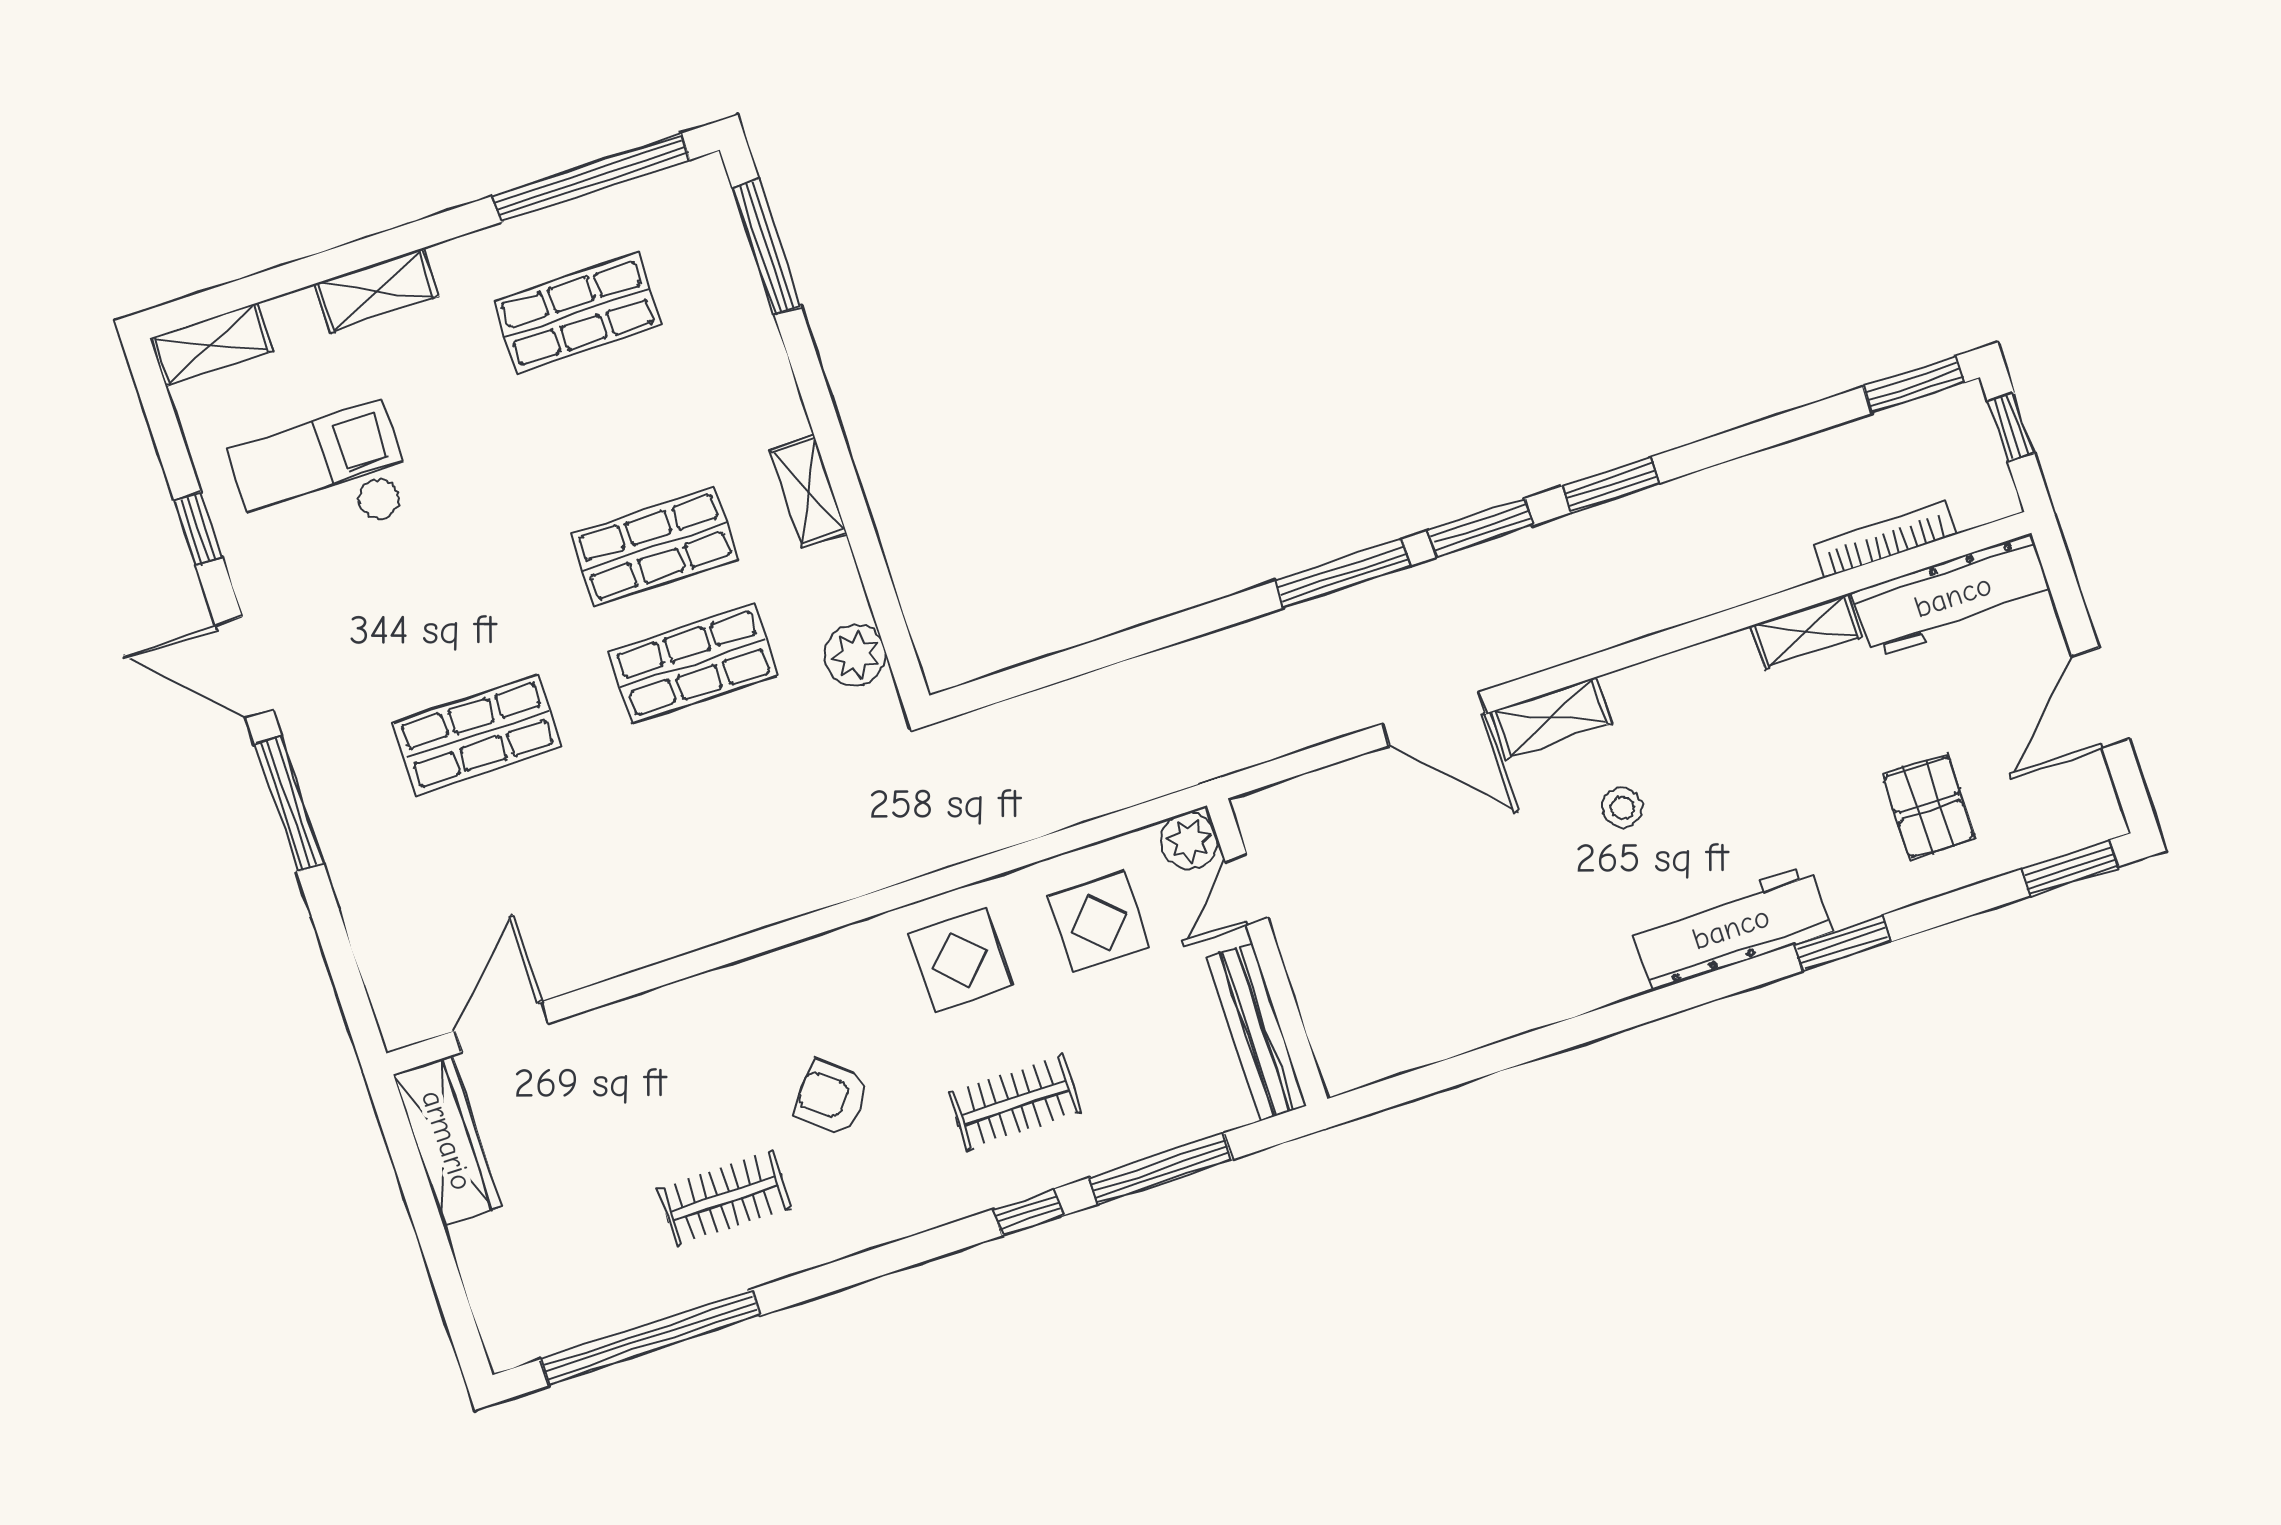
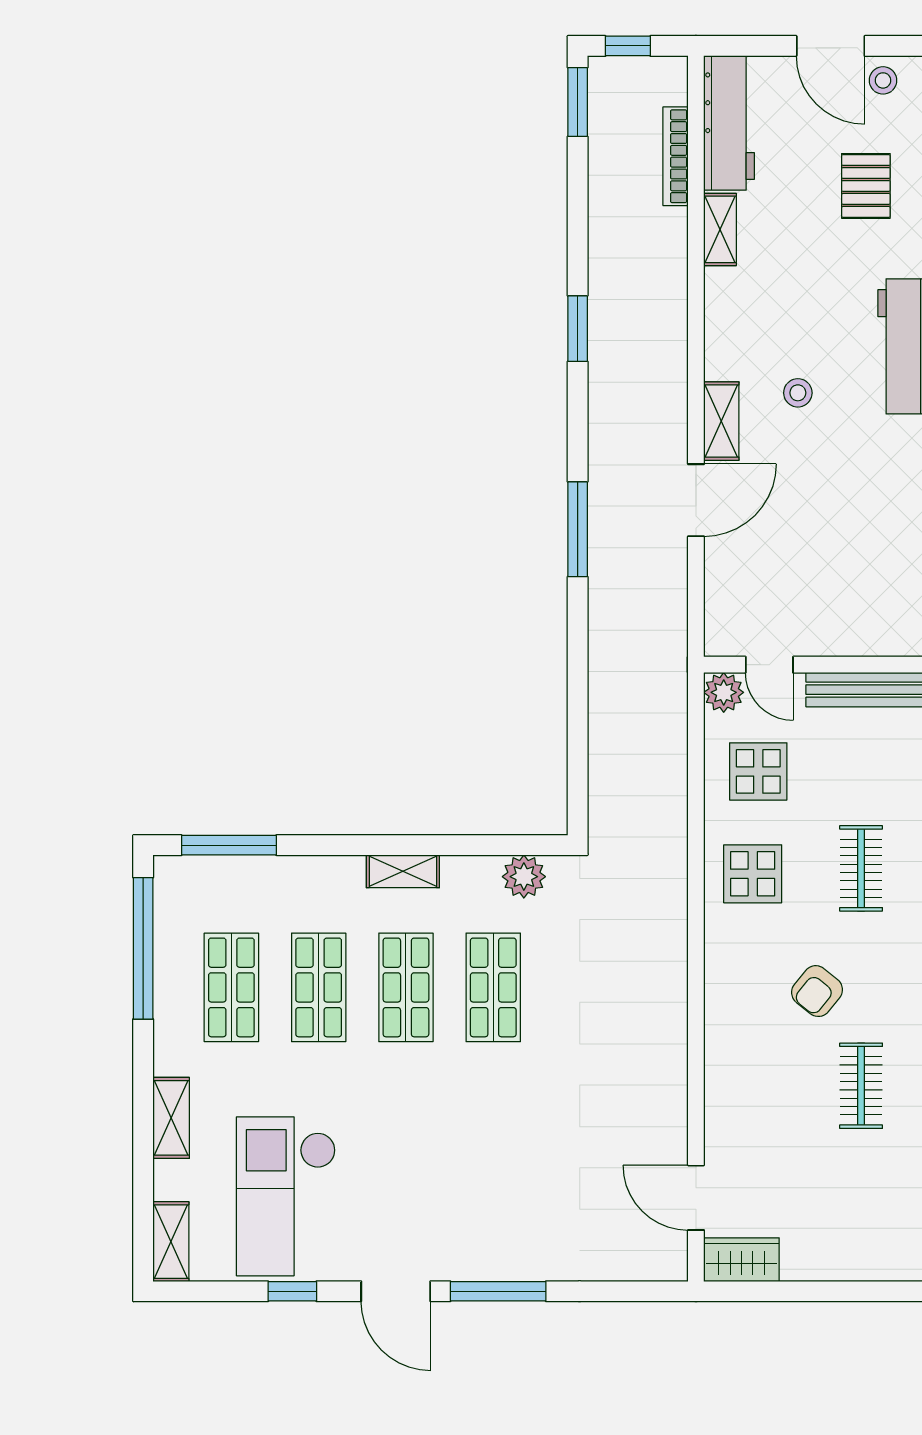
checkout: (322, 479) -> (286, 1196), width x1.36, depth x1.21
window: (1481, 528) -> (578, 426), removed
door: (244, 667) -> (396, 1291), hinge flipped
shop shelf: (477, 735) -> (319, 987), moved
stool: (2078, 783) -> (883, 80), added
pallet: (1929, 807) -> (866, 186), turned 90
wardrobe: (447, 1140) -> (741, 1260), width x0.67

